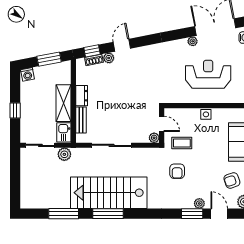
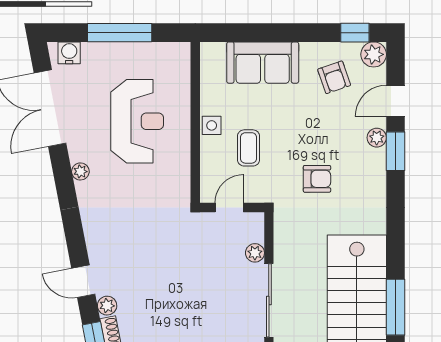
plant: (193, 41) -> (80, 171), moved
reception desk: (208, 74) -> (137, 121), turned 180
plant: (154, 138) -> (255, 253), moved
coffee table: (182, 143) -> (249, 148), moved

